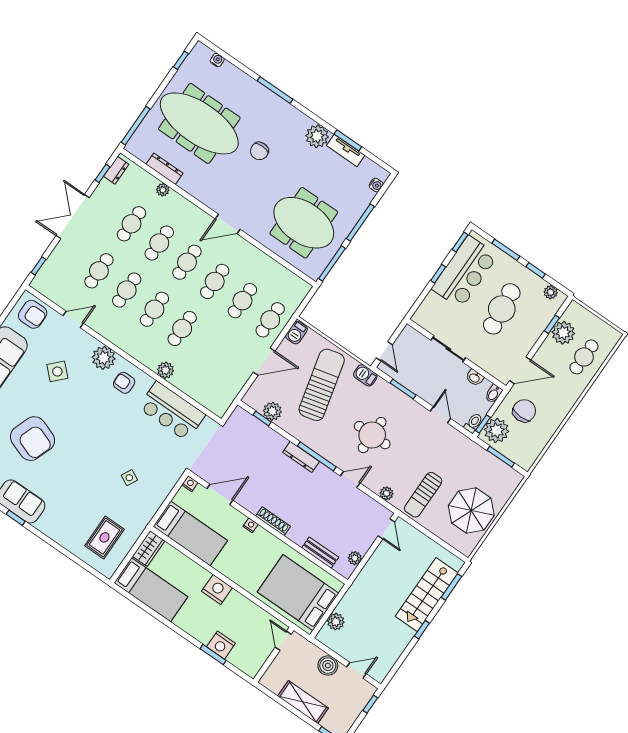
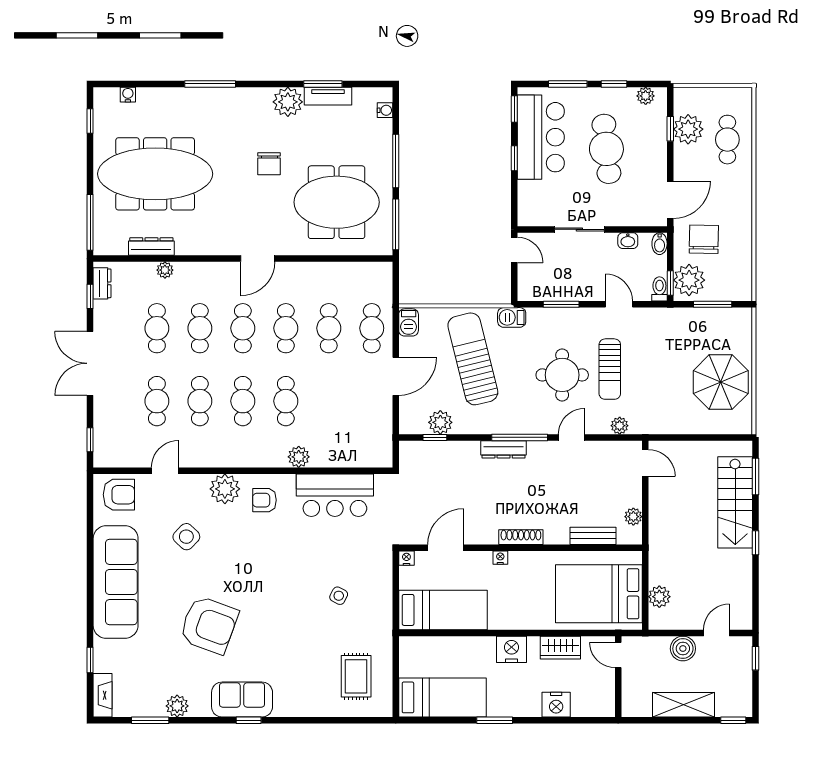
chair: (259, 151) -> (269, 164), moved
door: (384, 351) -> (514, 250), moved
sun lounger: (423, 495) -> (610, 369), moved
wardrobe: (149, 549) -> (560, 648), moved, turned 90
window: (213, 655) -> (495, 720), moved

